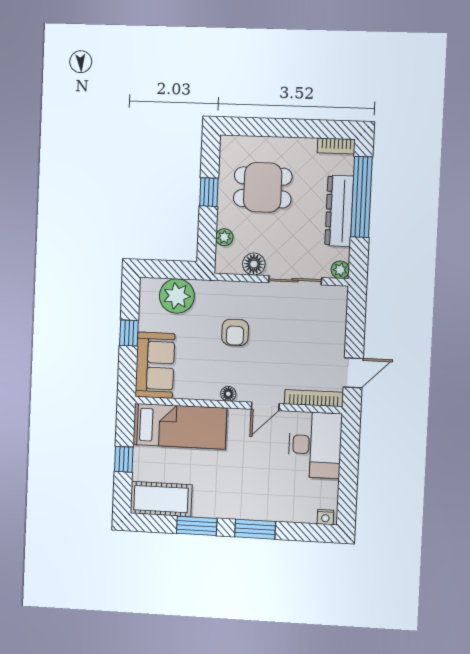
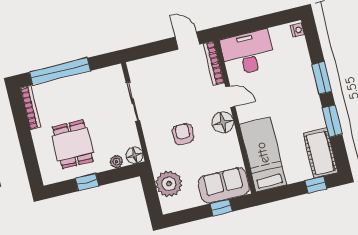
bookcase: (336, 146) -> (30, 108), width x1.56
dresser: (339, 211) -> (74, 84), removed
floor lamp: (254, 264) -> (135, 155), moved
plant: (340, 270) -> (116, 71), removed
armchair: (235, 332) -> (183, 134), turned -90
window: (129, 333) -> (221, 207), moved
floor lamp: (228, 394) -> (223, 122), width x1.89, depth x1.89
window: (124, 459) -> (316, 185), moved

